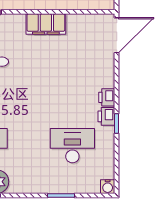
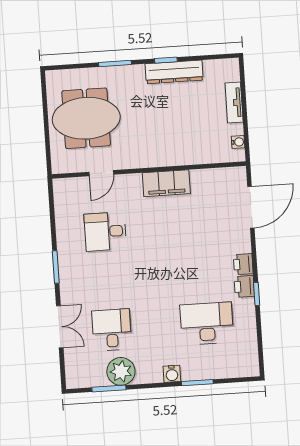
door: (117, 35) -> (251, 207), moved
water cooler: (108, 187) -> (172, 374), moved

